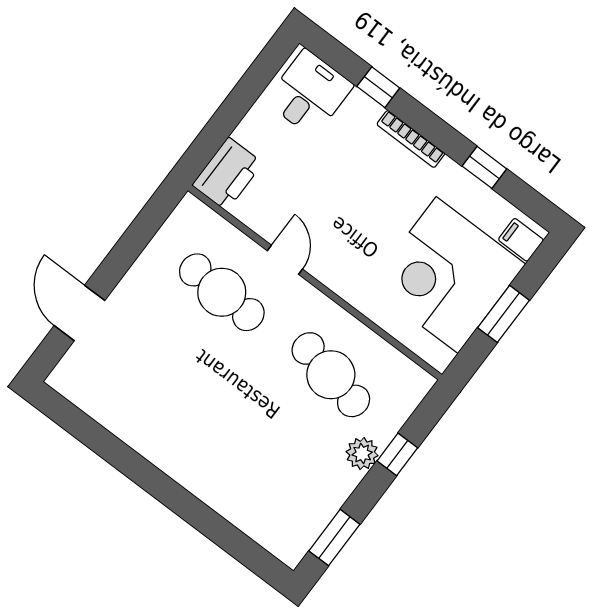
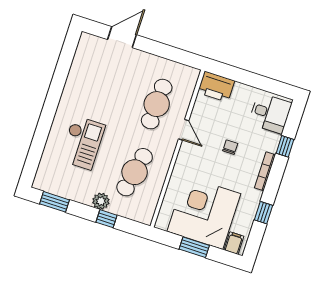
chair: (345, 187) -> (230, 147), added
door: (285, 260) -> (184, 130), hinge flipped
checkout: (245, 450) -> (83, 143), added

